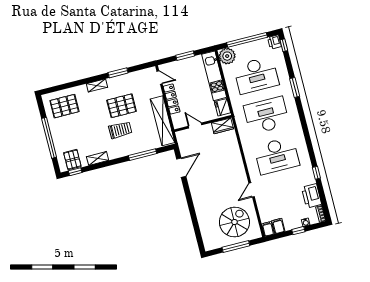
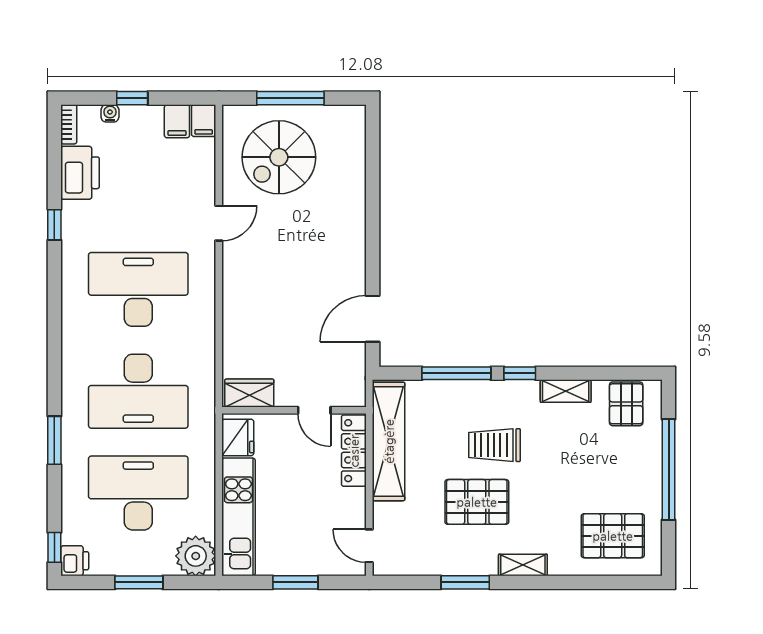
window: (247, 40) -> (139, 582), width x0.47
locker: (172, 99) -> (354, 451), moved
window: (75, 172) -> (520, 373), moved

